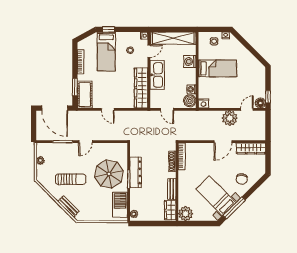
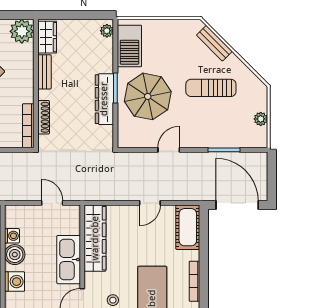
window: (75, 87) -> (204, 239), removed
boiler: (190, 101) -> (15, 255), moved
door: (108, 109) -> (150, 203), swing flipped
door: (85, 142) -> (169, 150), moved

